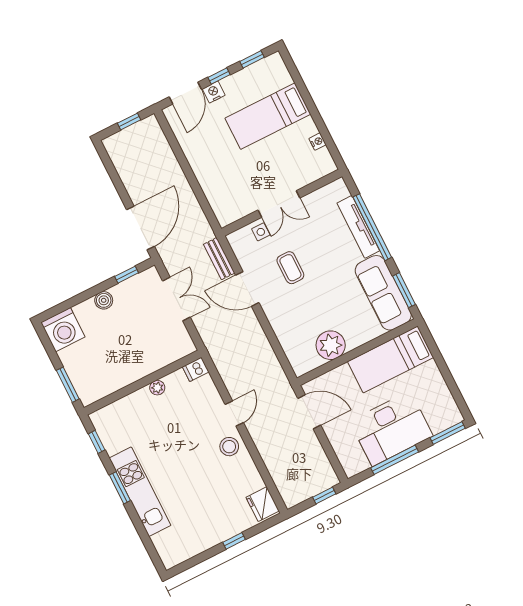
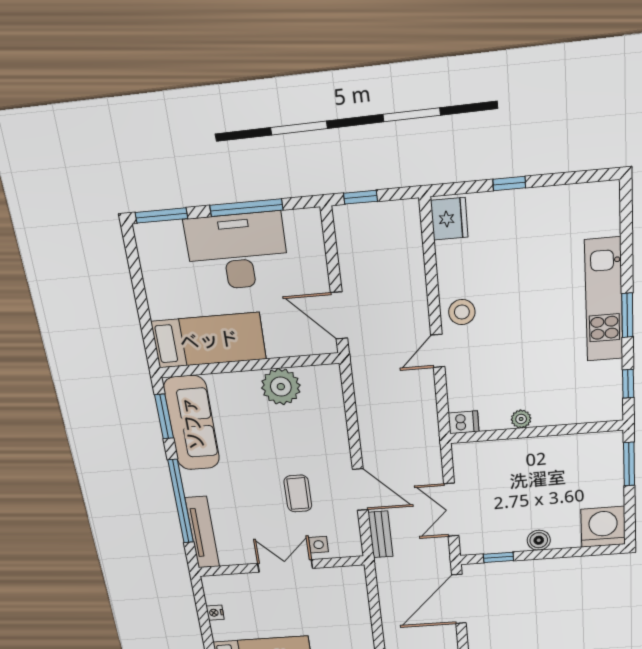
tv unit: (358, 227) -> (202, 532), moved

